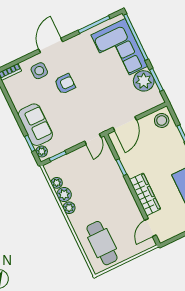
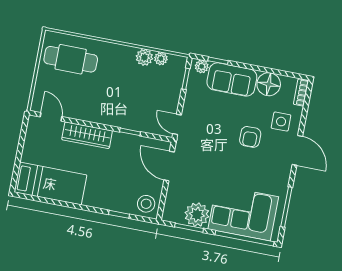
floor lamp: (20, 98) -> (269, 84), added
plant: (69, 208) -> (128, 53), removed

